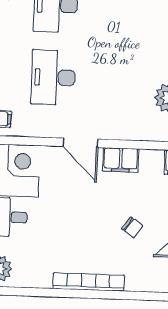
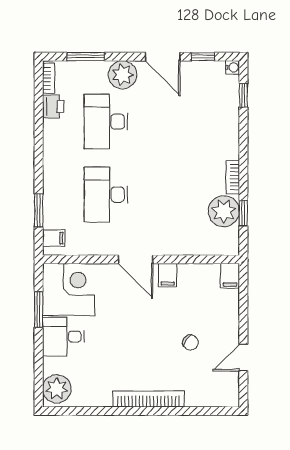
filing cabinet: (121, 160) -> (168, 275), width x0.50

